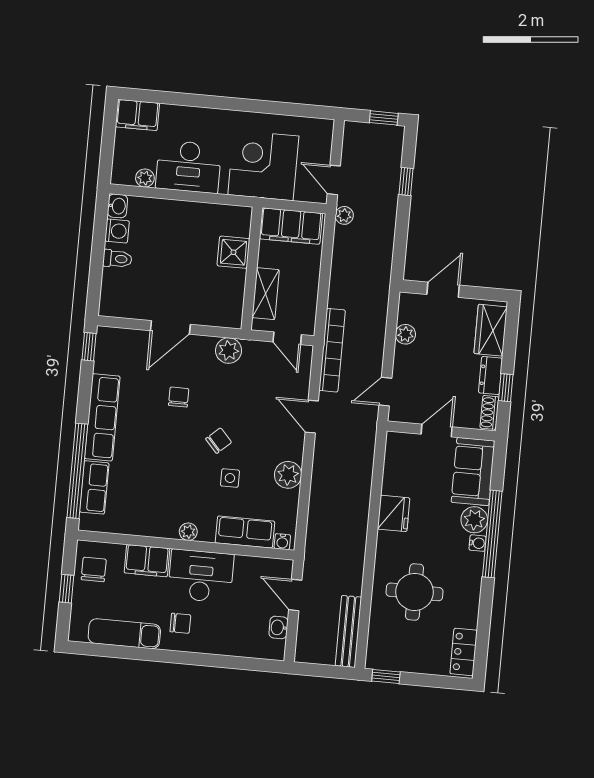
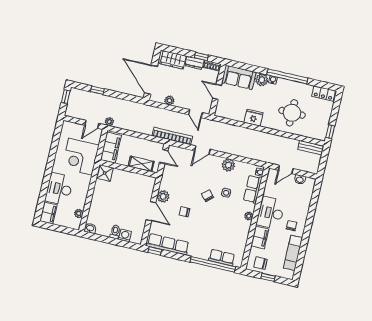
desk: (189, 167) -> (59, 189), moved, turned 180
washing machine: (117, 231) -> (125, 236), moved
shower: (233, 252) -> (105, 173), moved
door: (443, 290) -> (151, 80), width x1.87
door: (287, 338) -> (164, 157), hinge flipped
plant: (229, 351) -> (163, 196), moved
row of seats: (102, 417) -> (168, 244), moved
window: (492, 534) -> (287, 76), moved
bench: (348, 631) -> (311, 148), width x0.73

